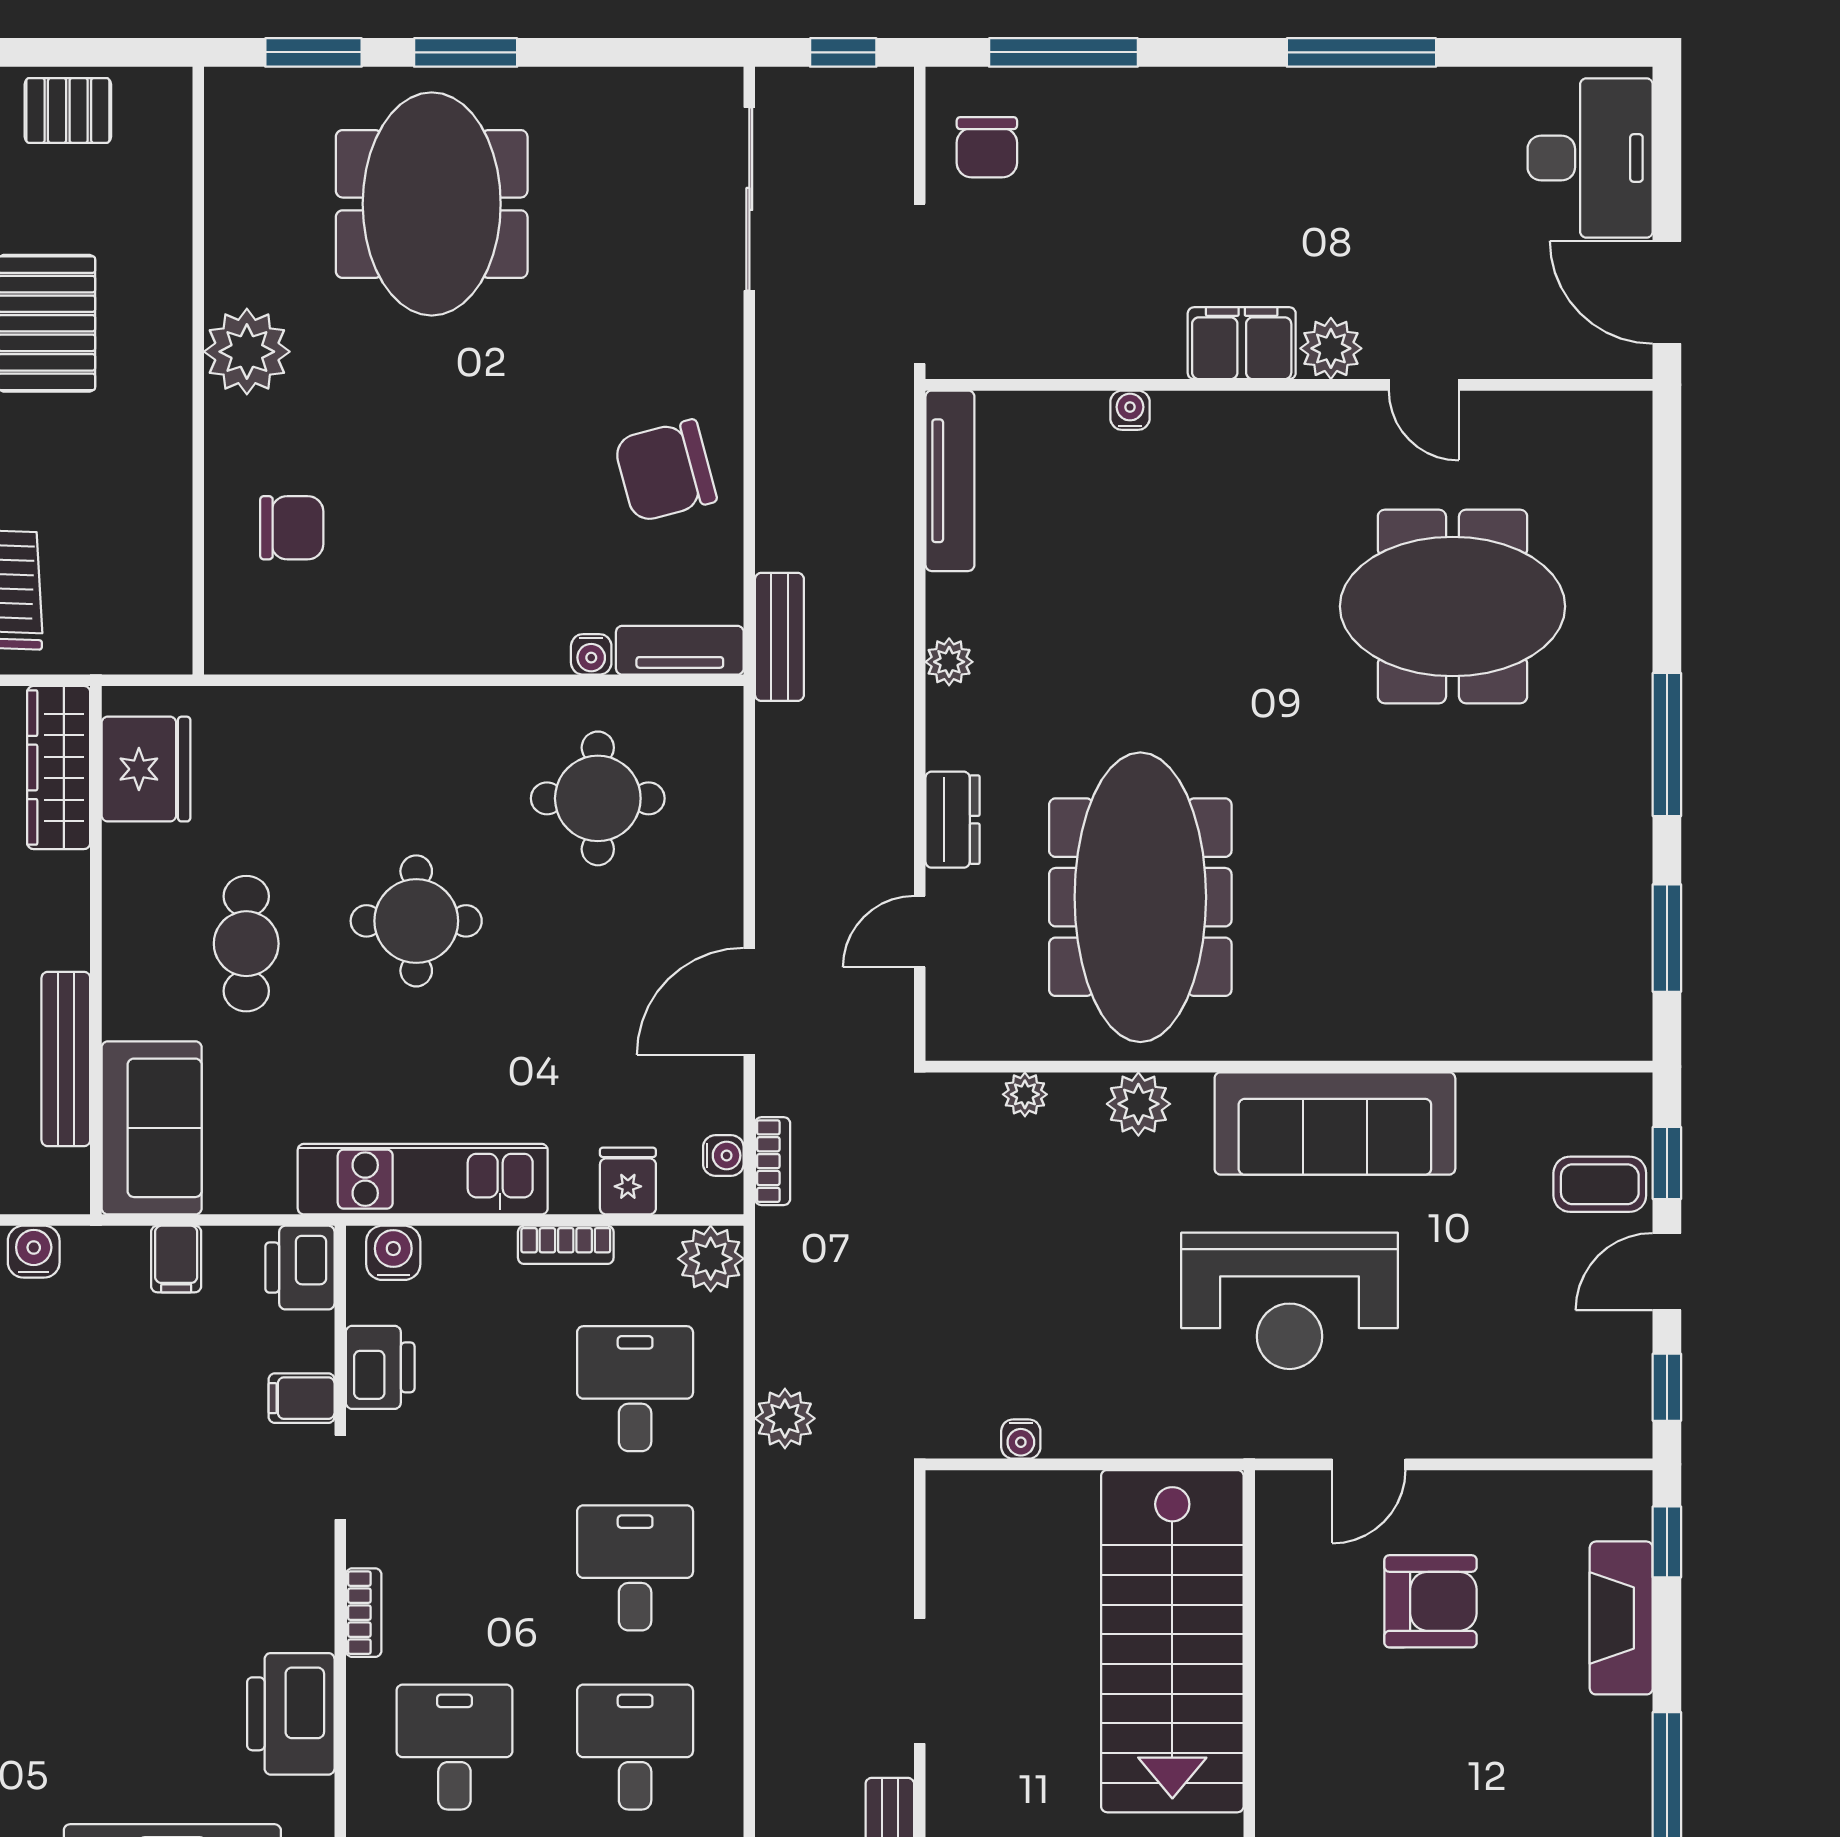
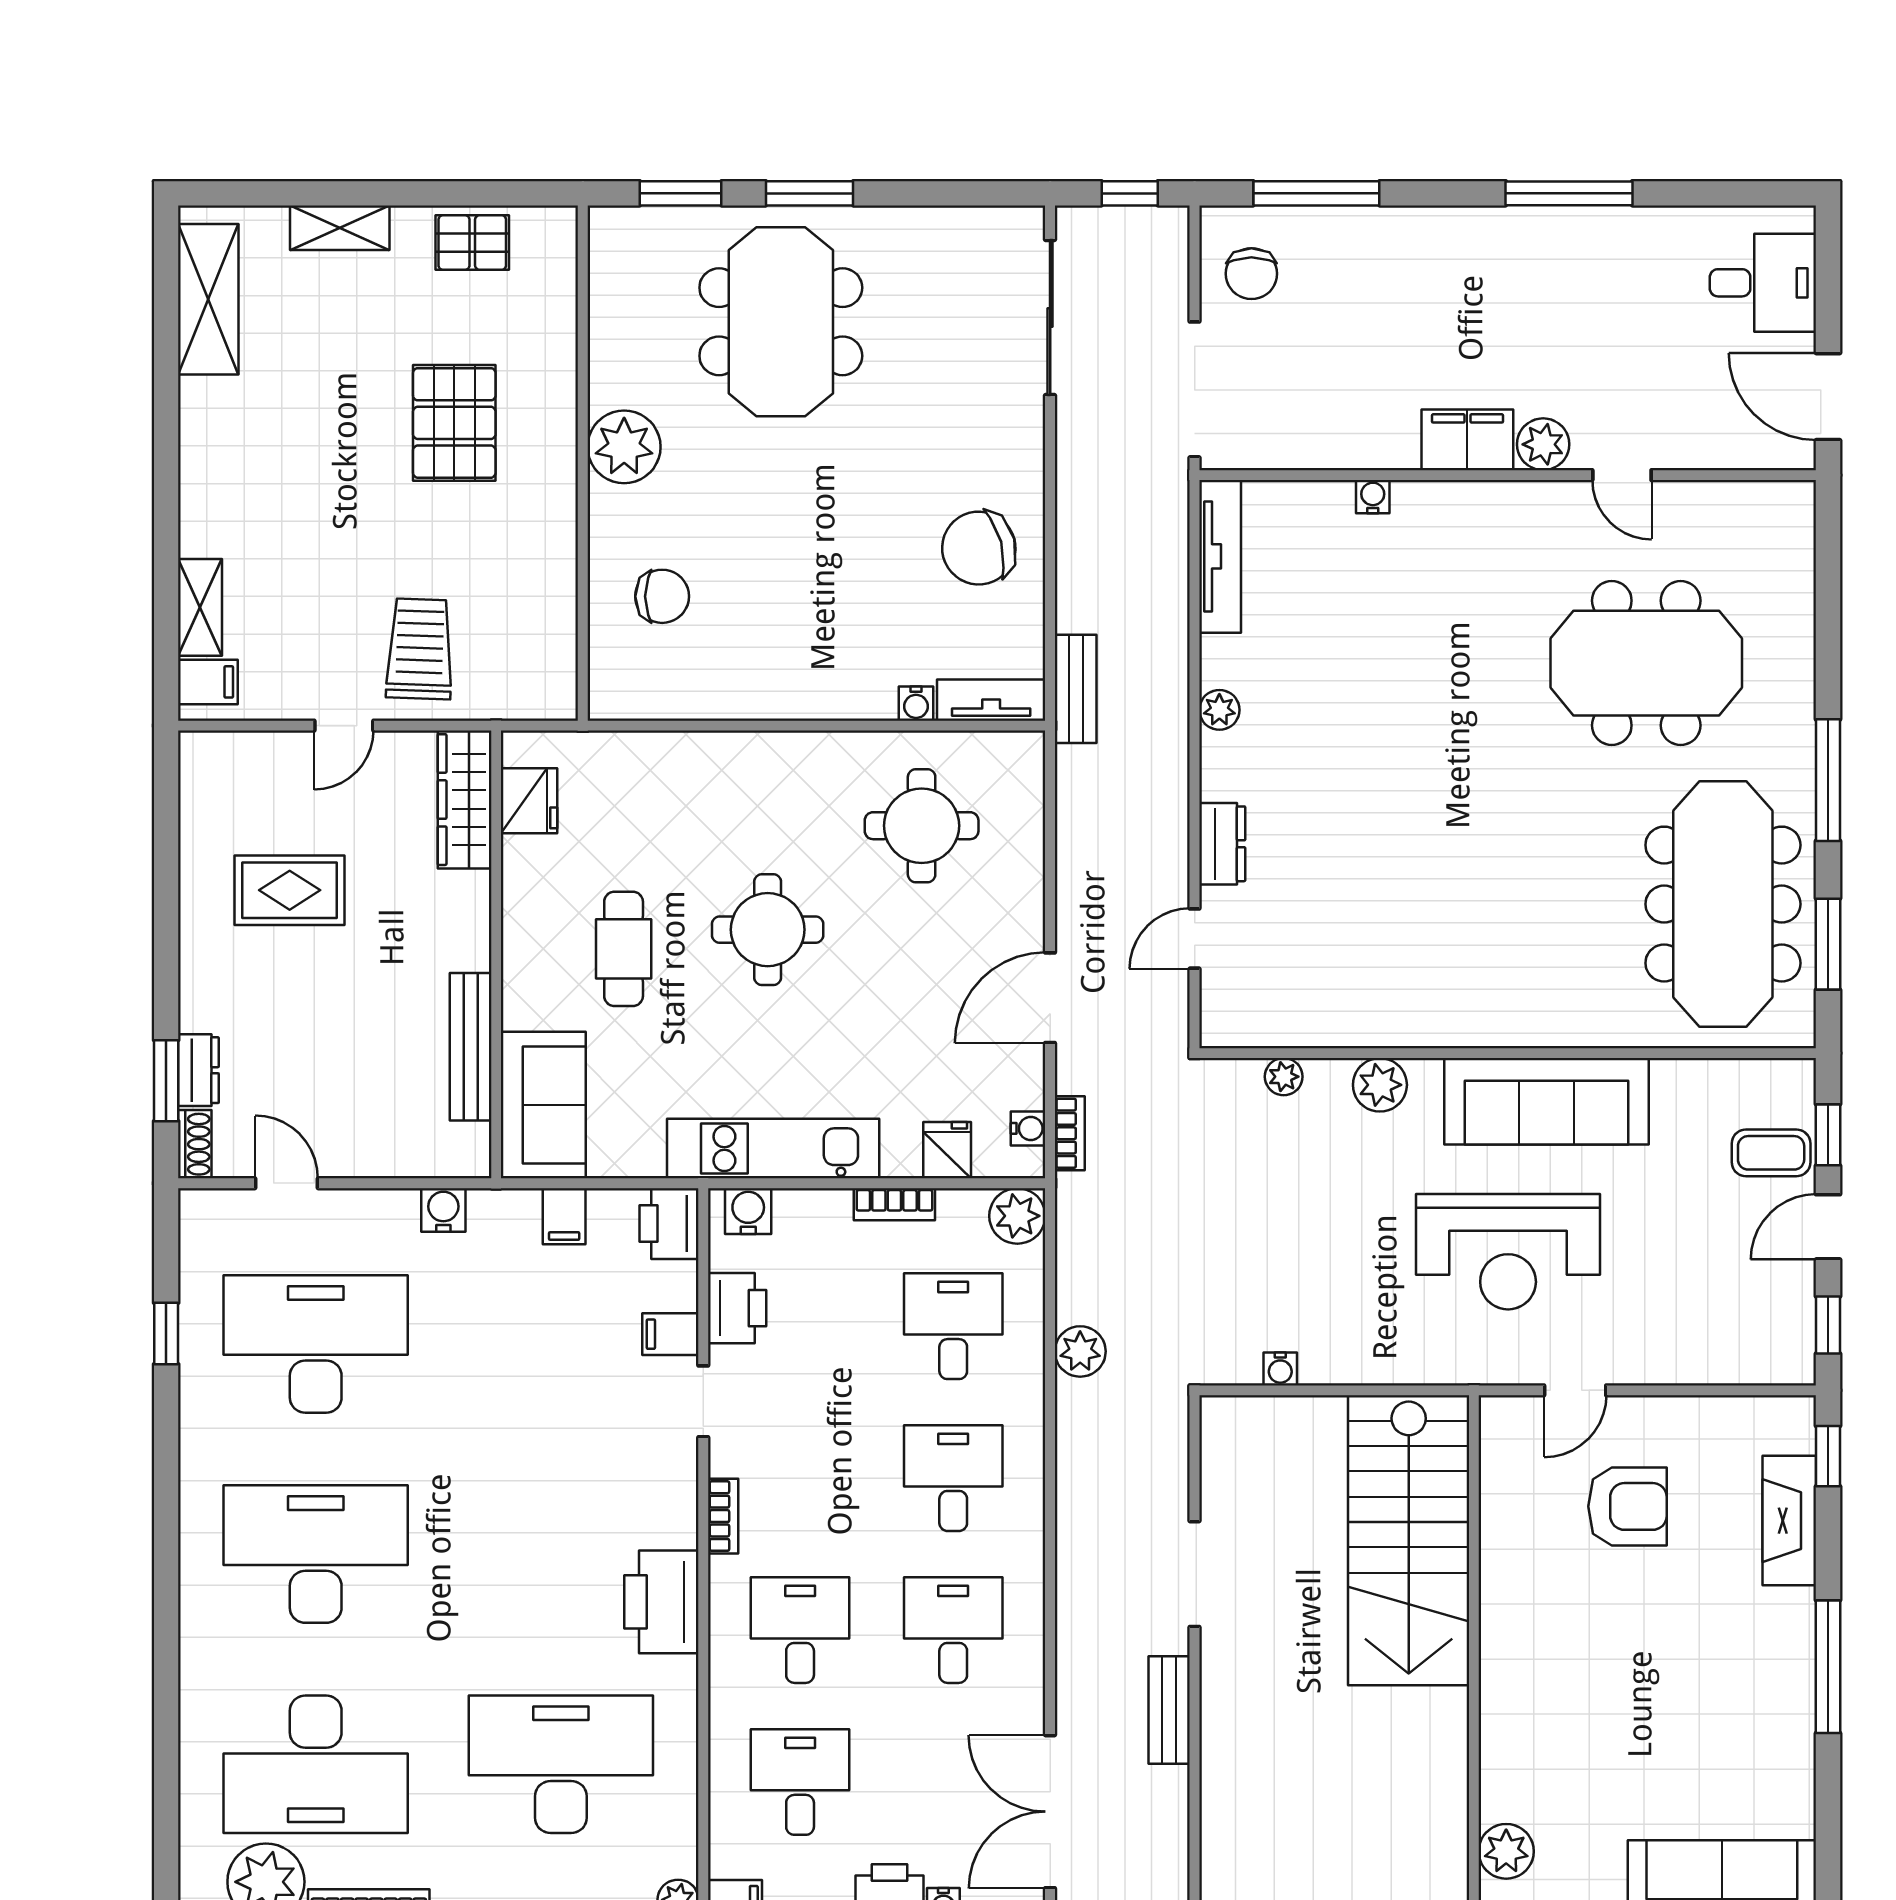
desk: (1590, 158) -> (1763, 283), width x0.73
fridge: (146, 769) -> (529, 801), width x0.73, depth x0.75
meeting table: (1140, 897) -> (1723, 904), moved

